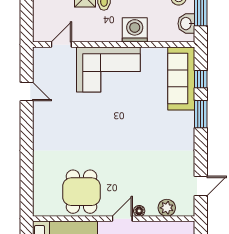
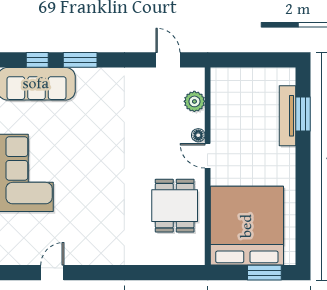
dining table: (82, 192) -> (175, 206), turned 90

